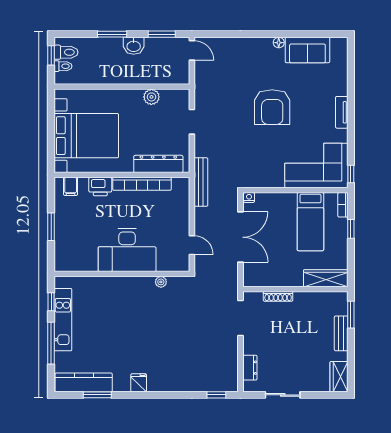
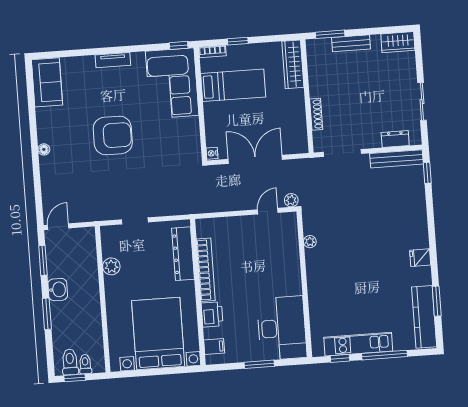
floor lamp: (279, 43) -> (44, 149), moved
sofa: (307, 50) -> (47, 82), moved
bench: (201, 182) -> (397, 159), moved
desk: (127, 250) -> (282, 328), moved
plant: (200, 268) -> (291, 200), added

